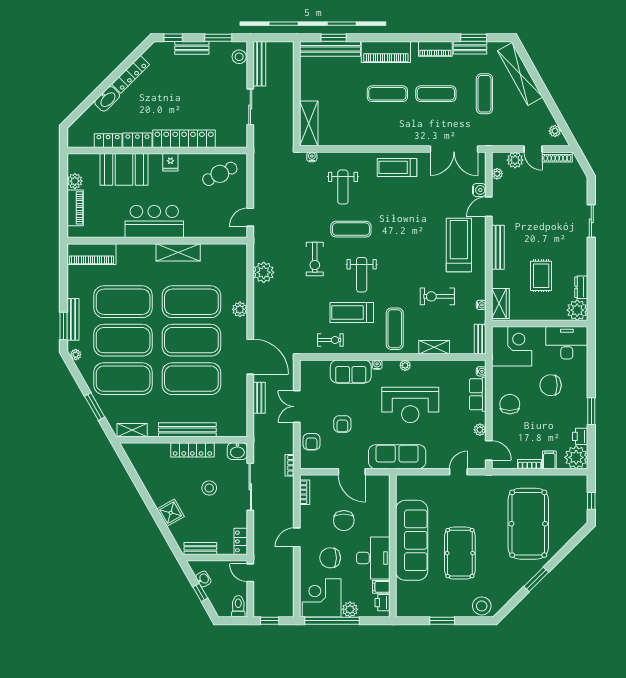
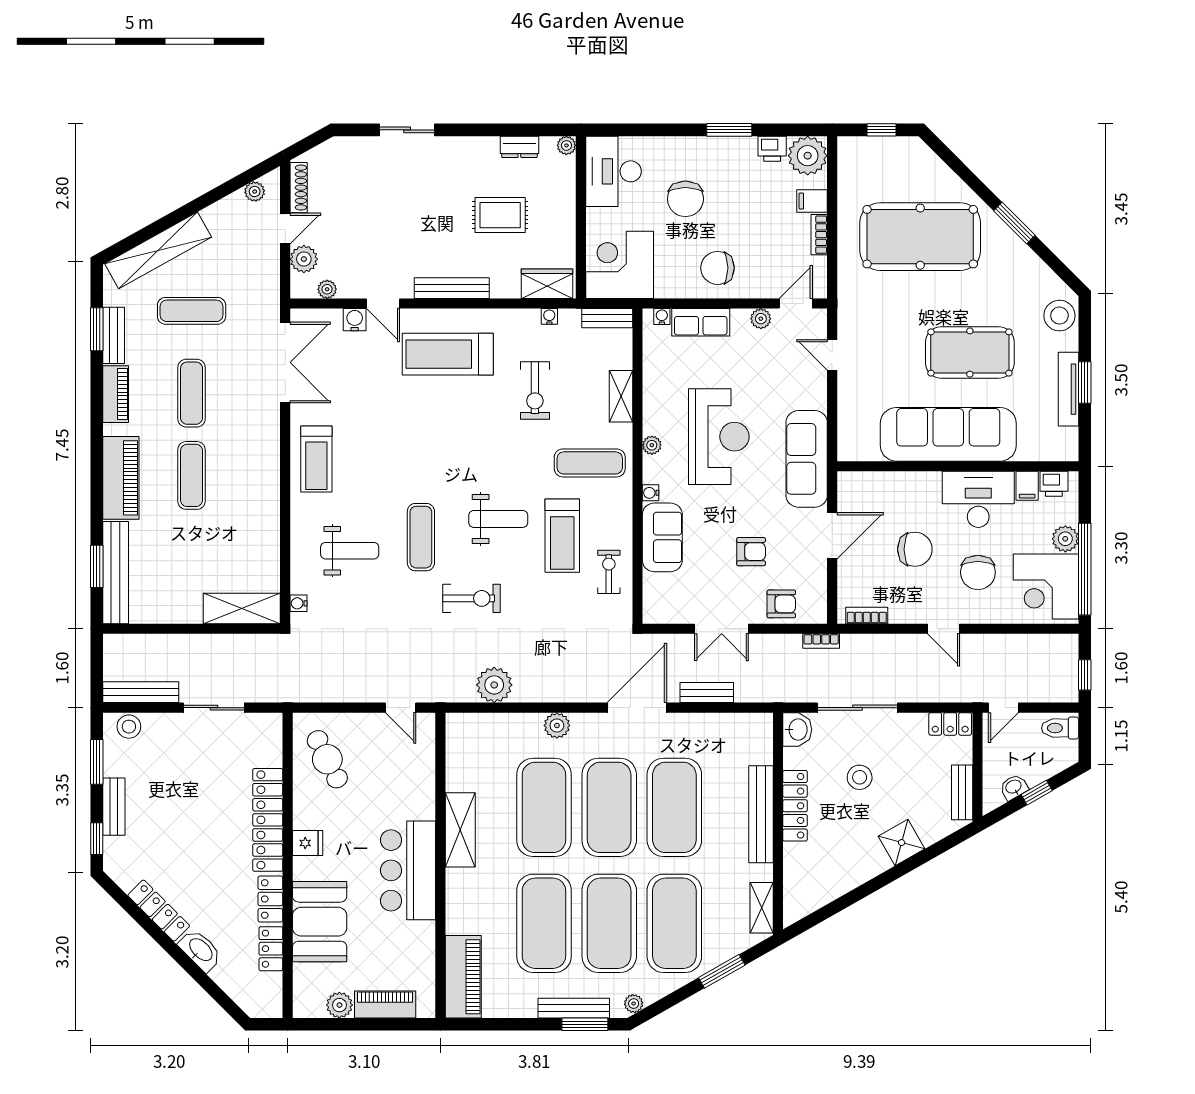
plant: (577, 310) -> (566, 145), width x0.53, depth x0.53
tv unit: (438, 611) -> (1068, 389), added

